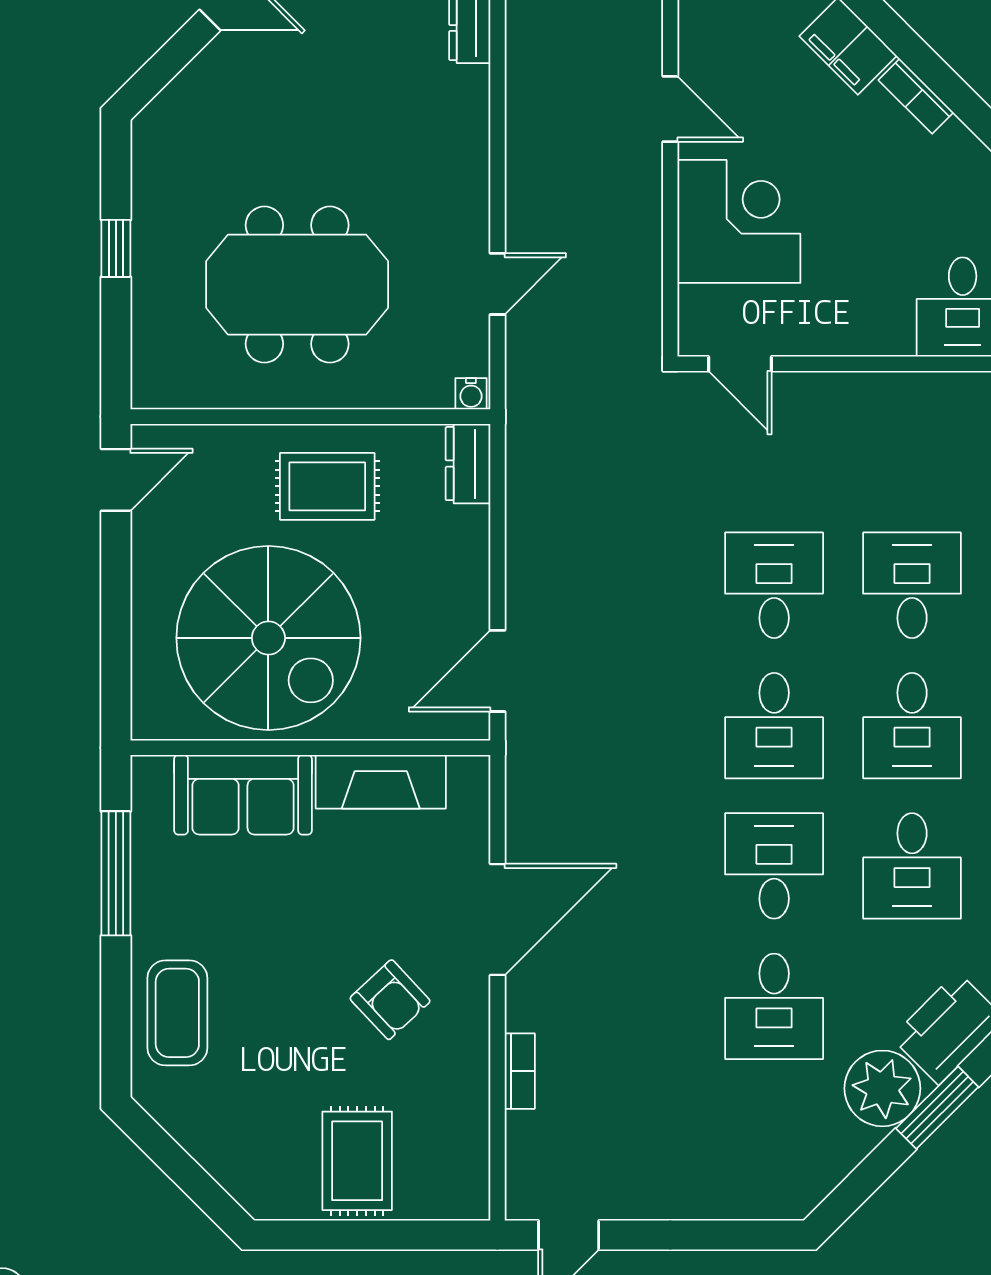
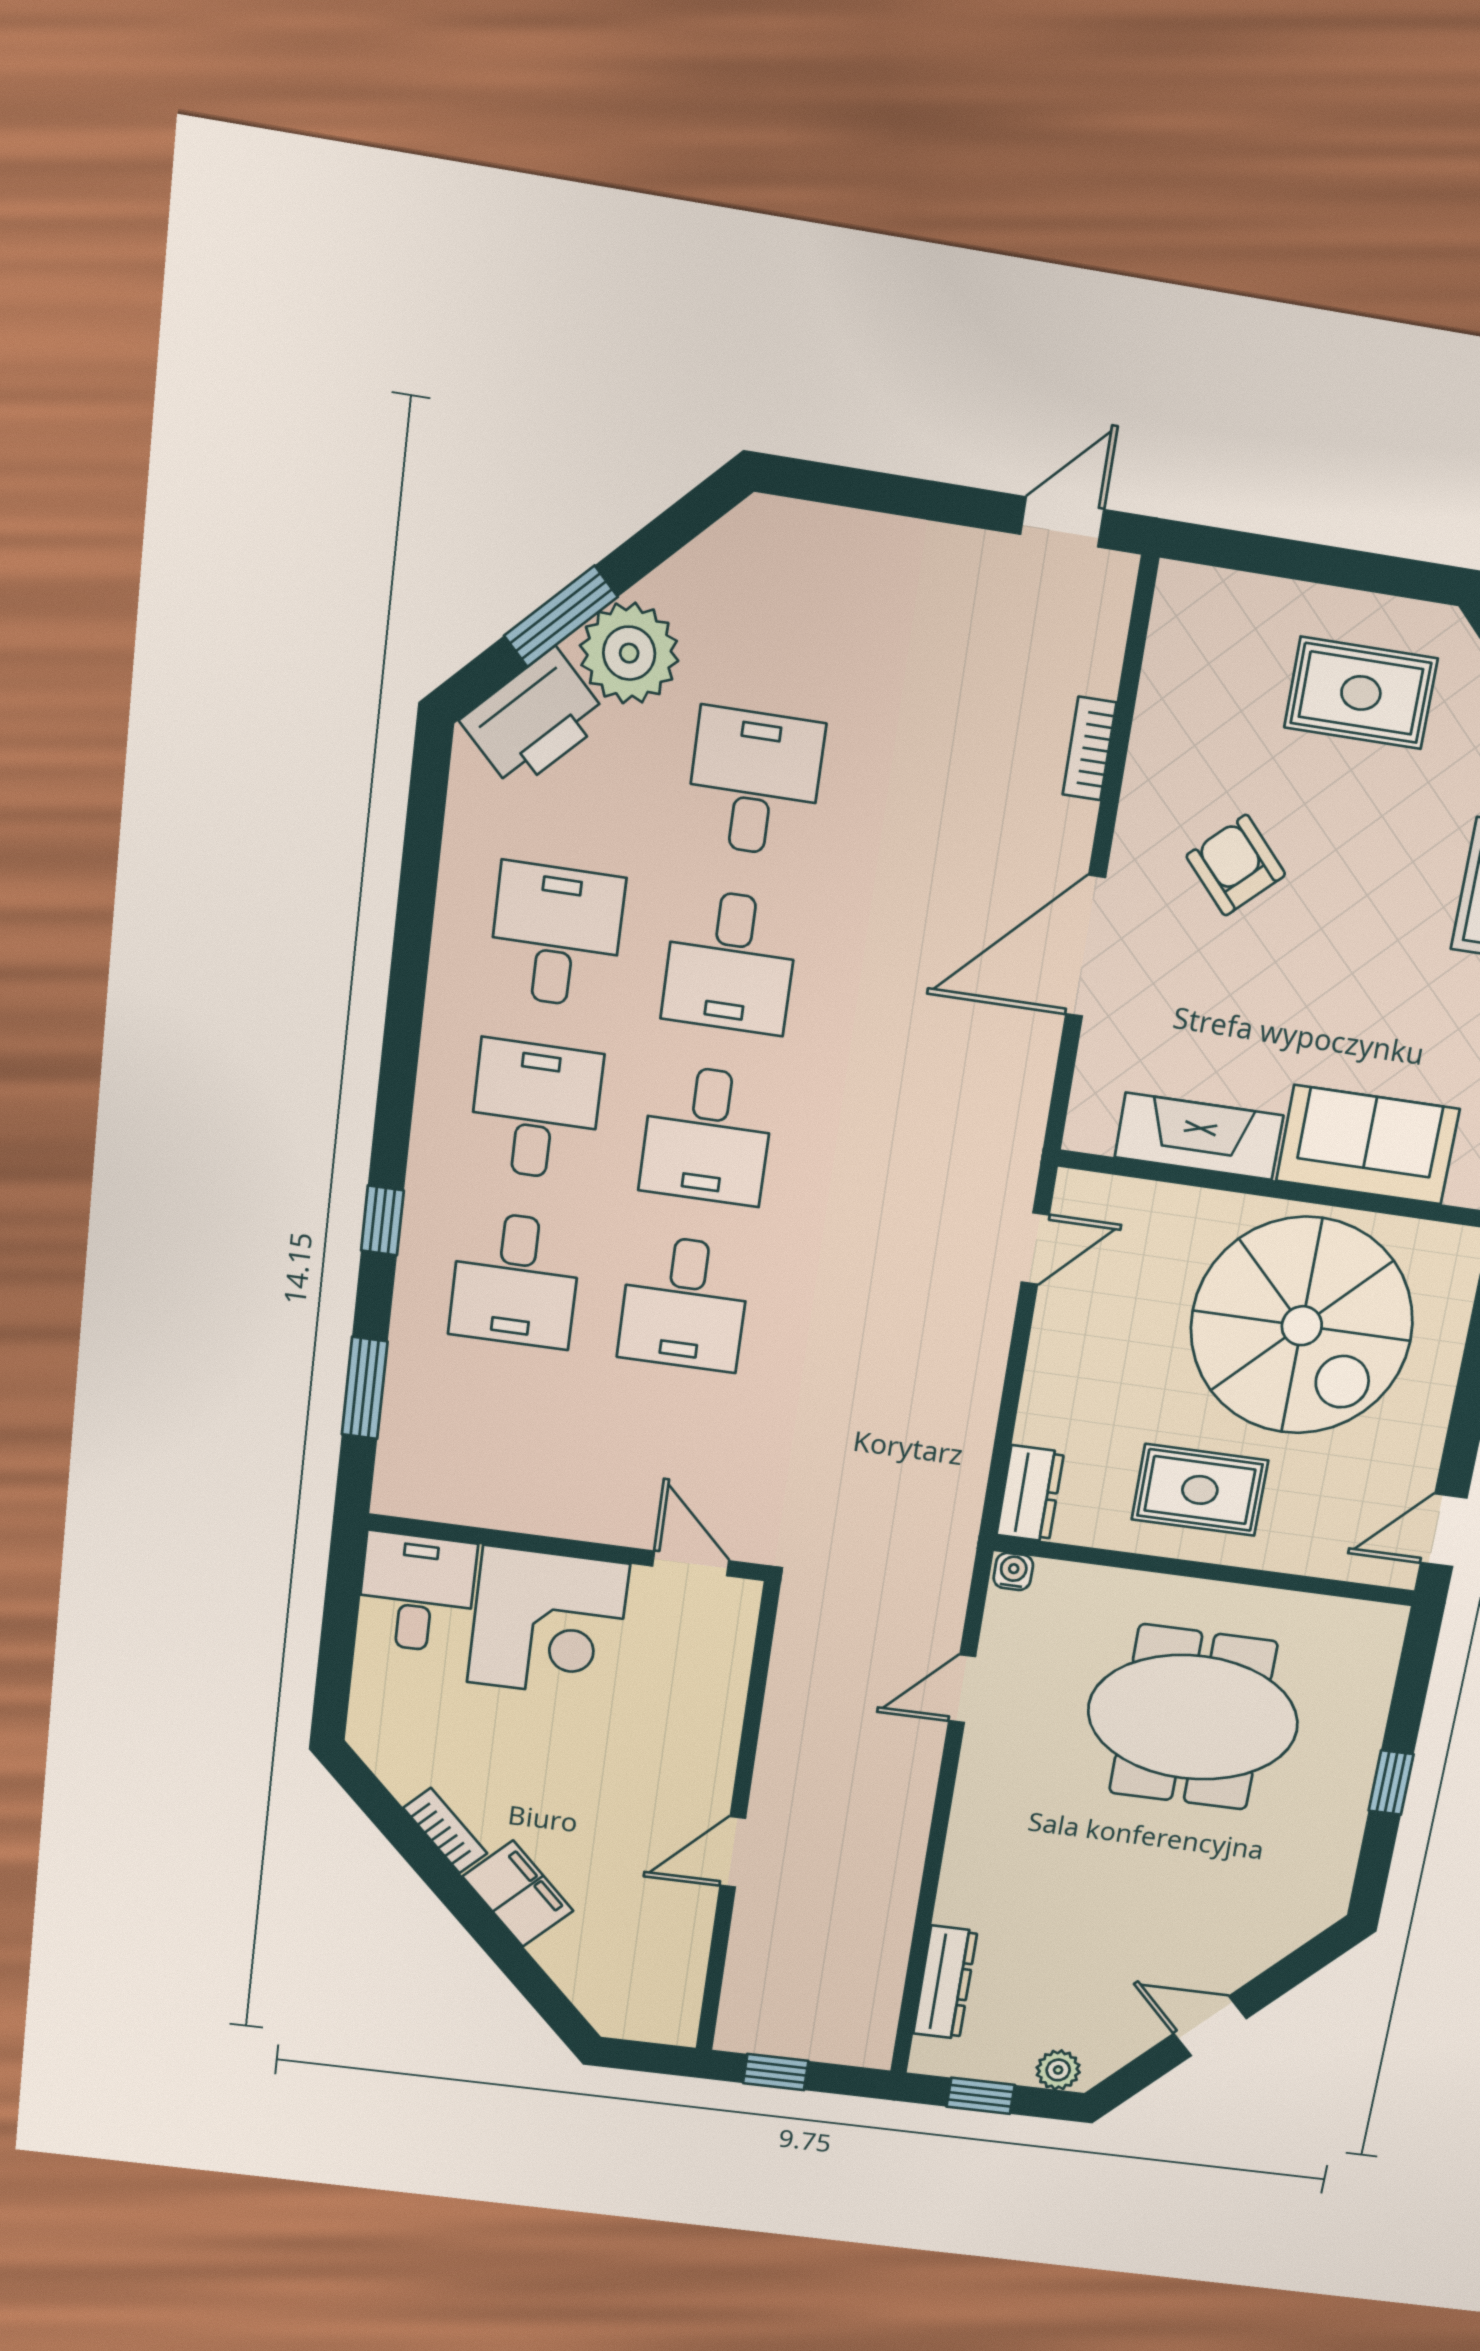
door: (670, 109) -> (733, 1852), hinge flipped
corner desk: (739, 221) -> (548, 1623), moved, turned -90
spiral stairs: (268, 638) -> (1302, 1326), turned 180
door: (497, 671) -> (1035, 1249), width x0.73
desk: (774, 726) -> (707, 1135), turned 180
rug: (357, 1161) -> (1361, 693), moved, turned 90

